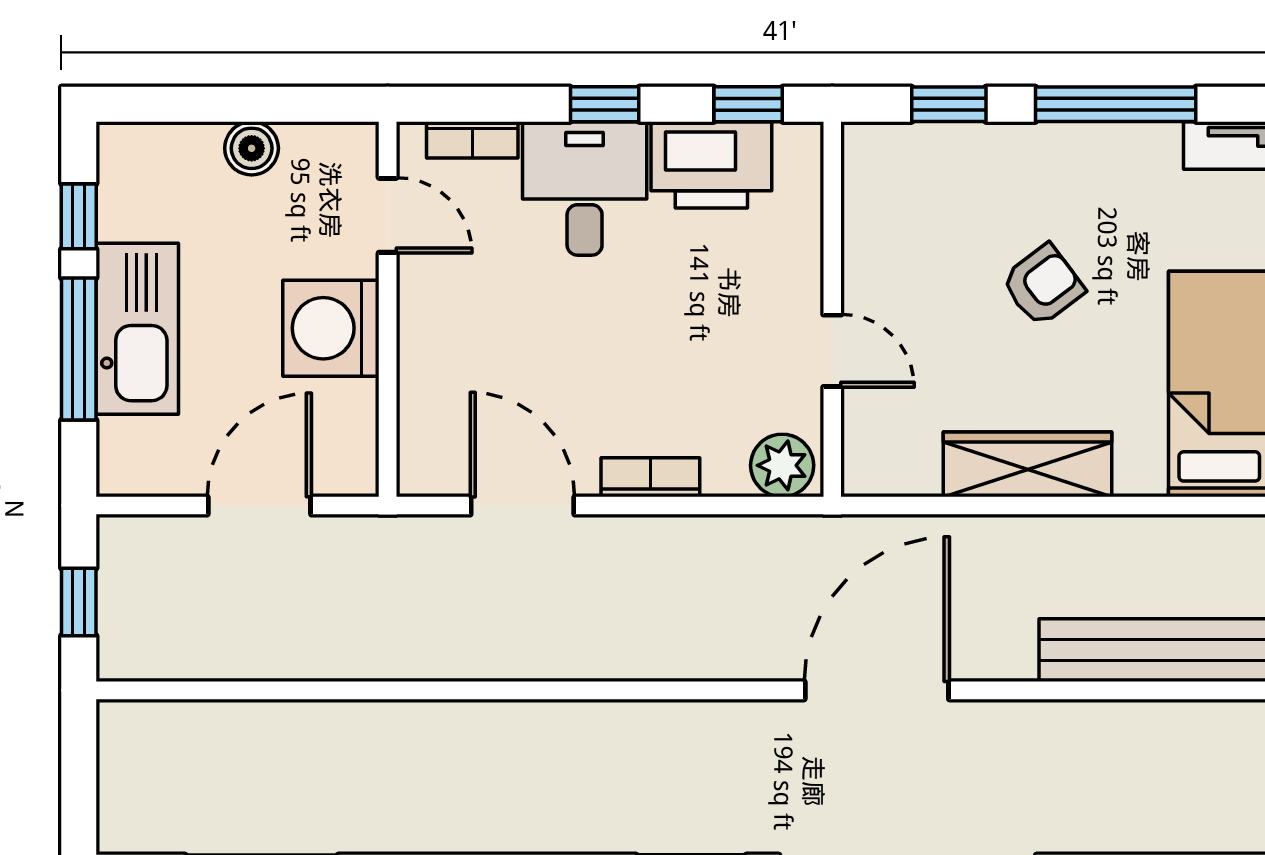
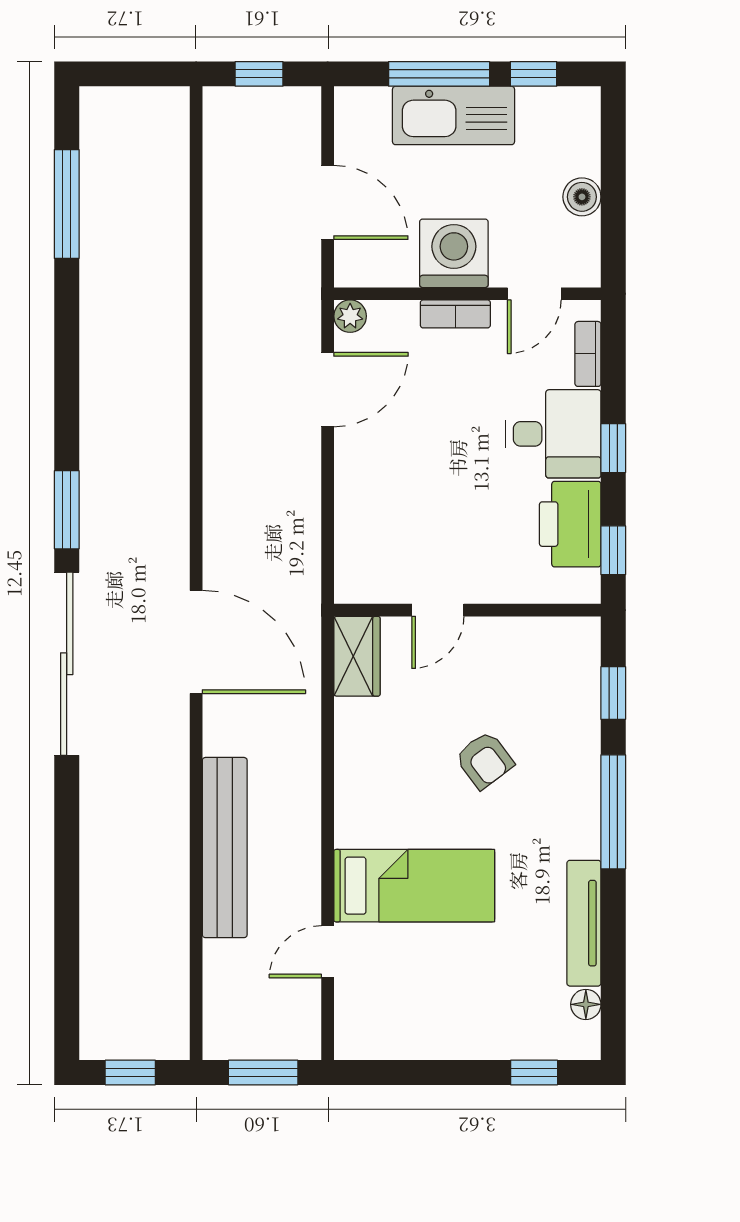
wardrobe: (1028, 464) -> (357, 656), moved, width x0.67
plant: (782, 465) -> (350, 316), moved, width x0.73, depth x0.73
bookcase: (650, 477) -> (455, 314), moved, turned 90

